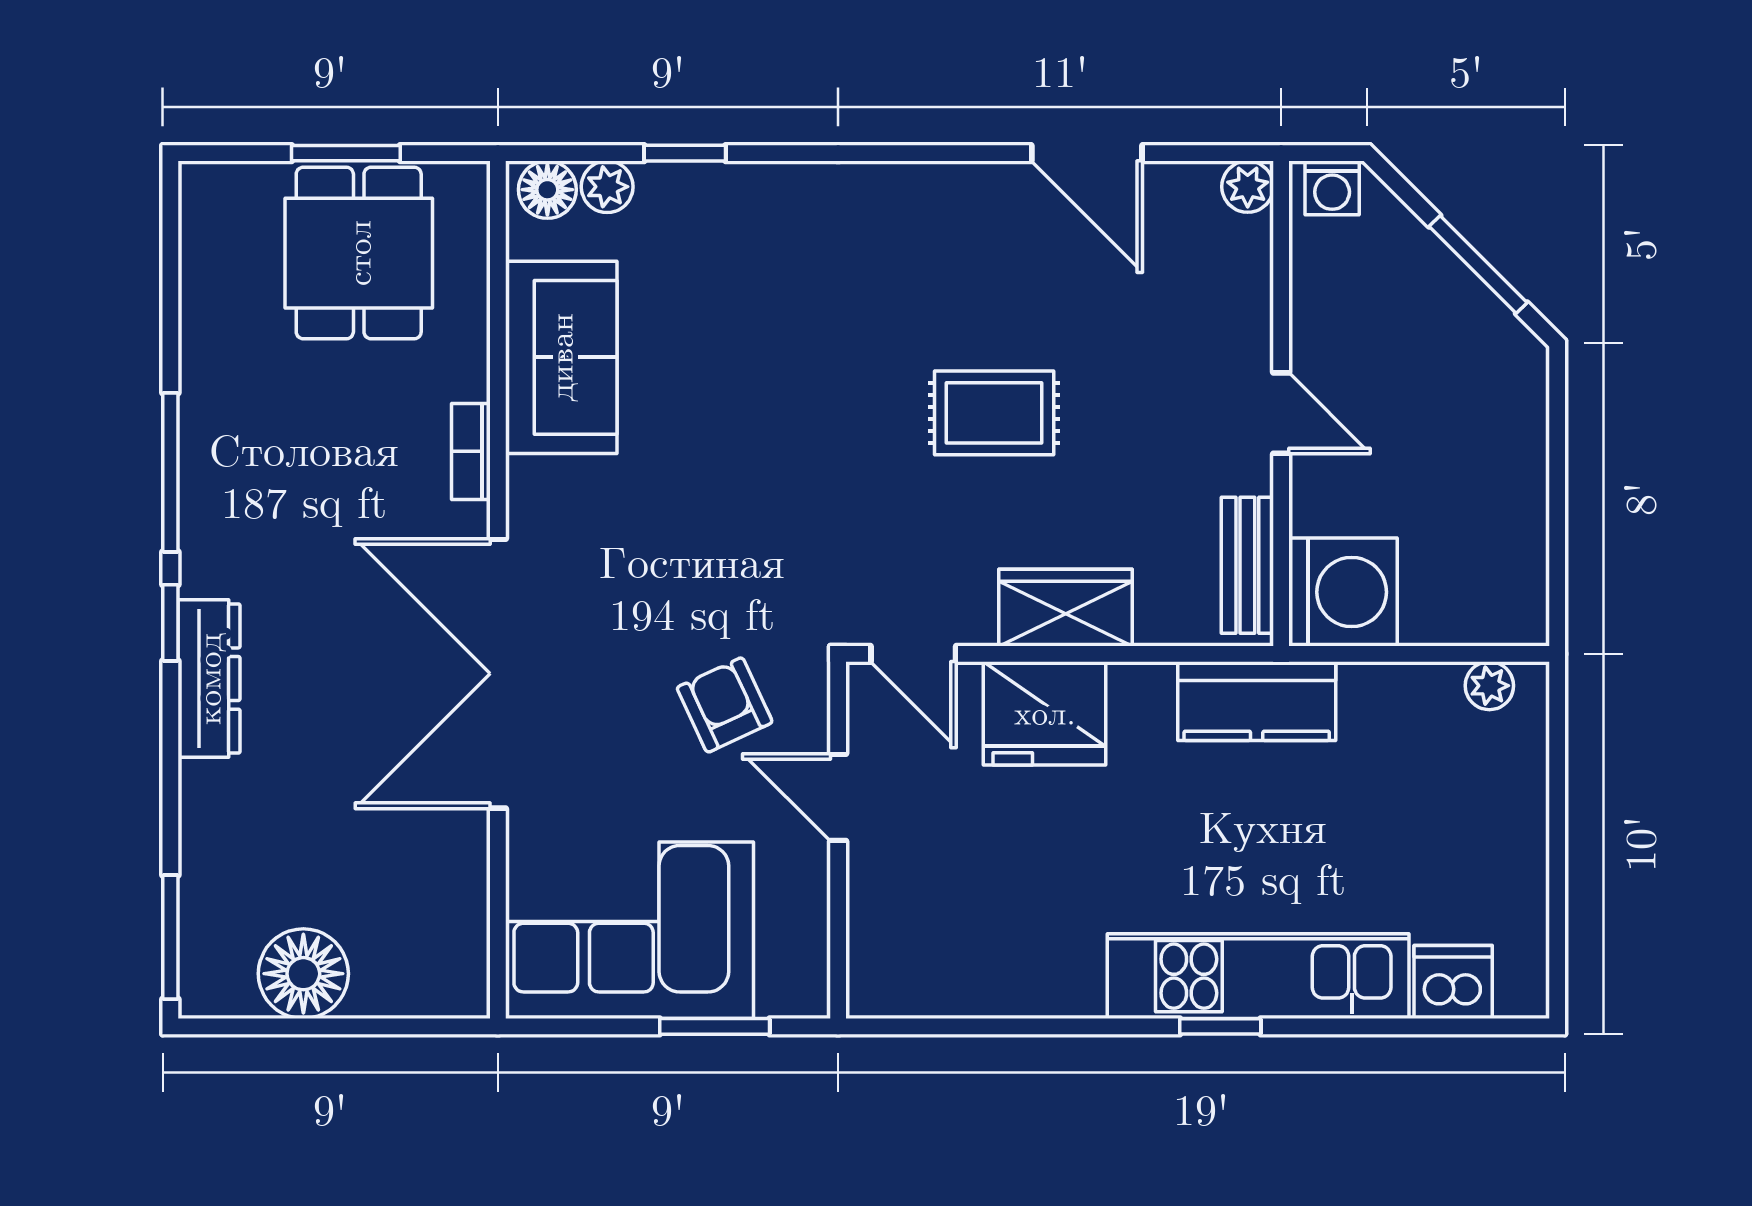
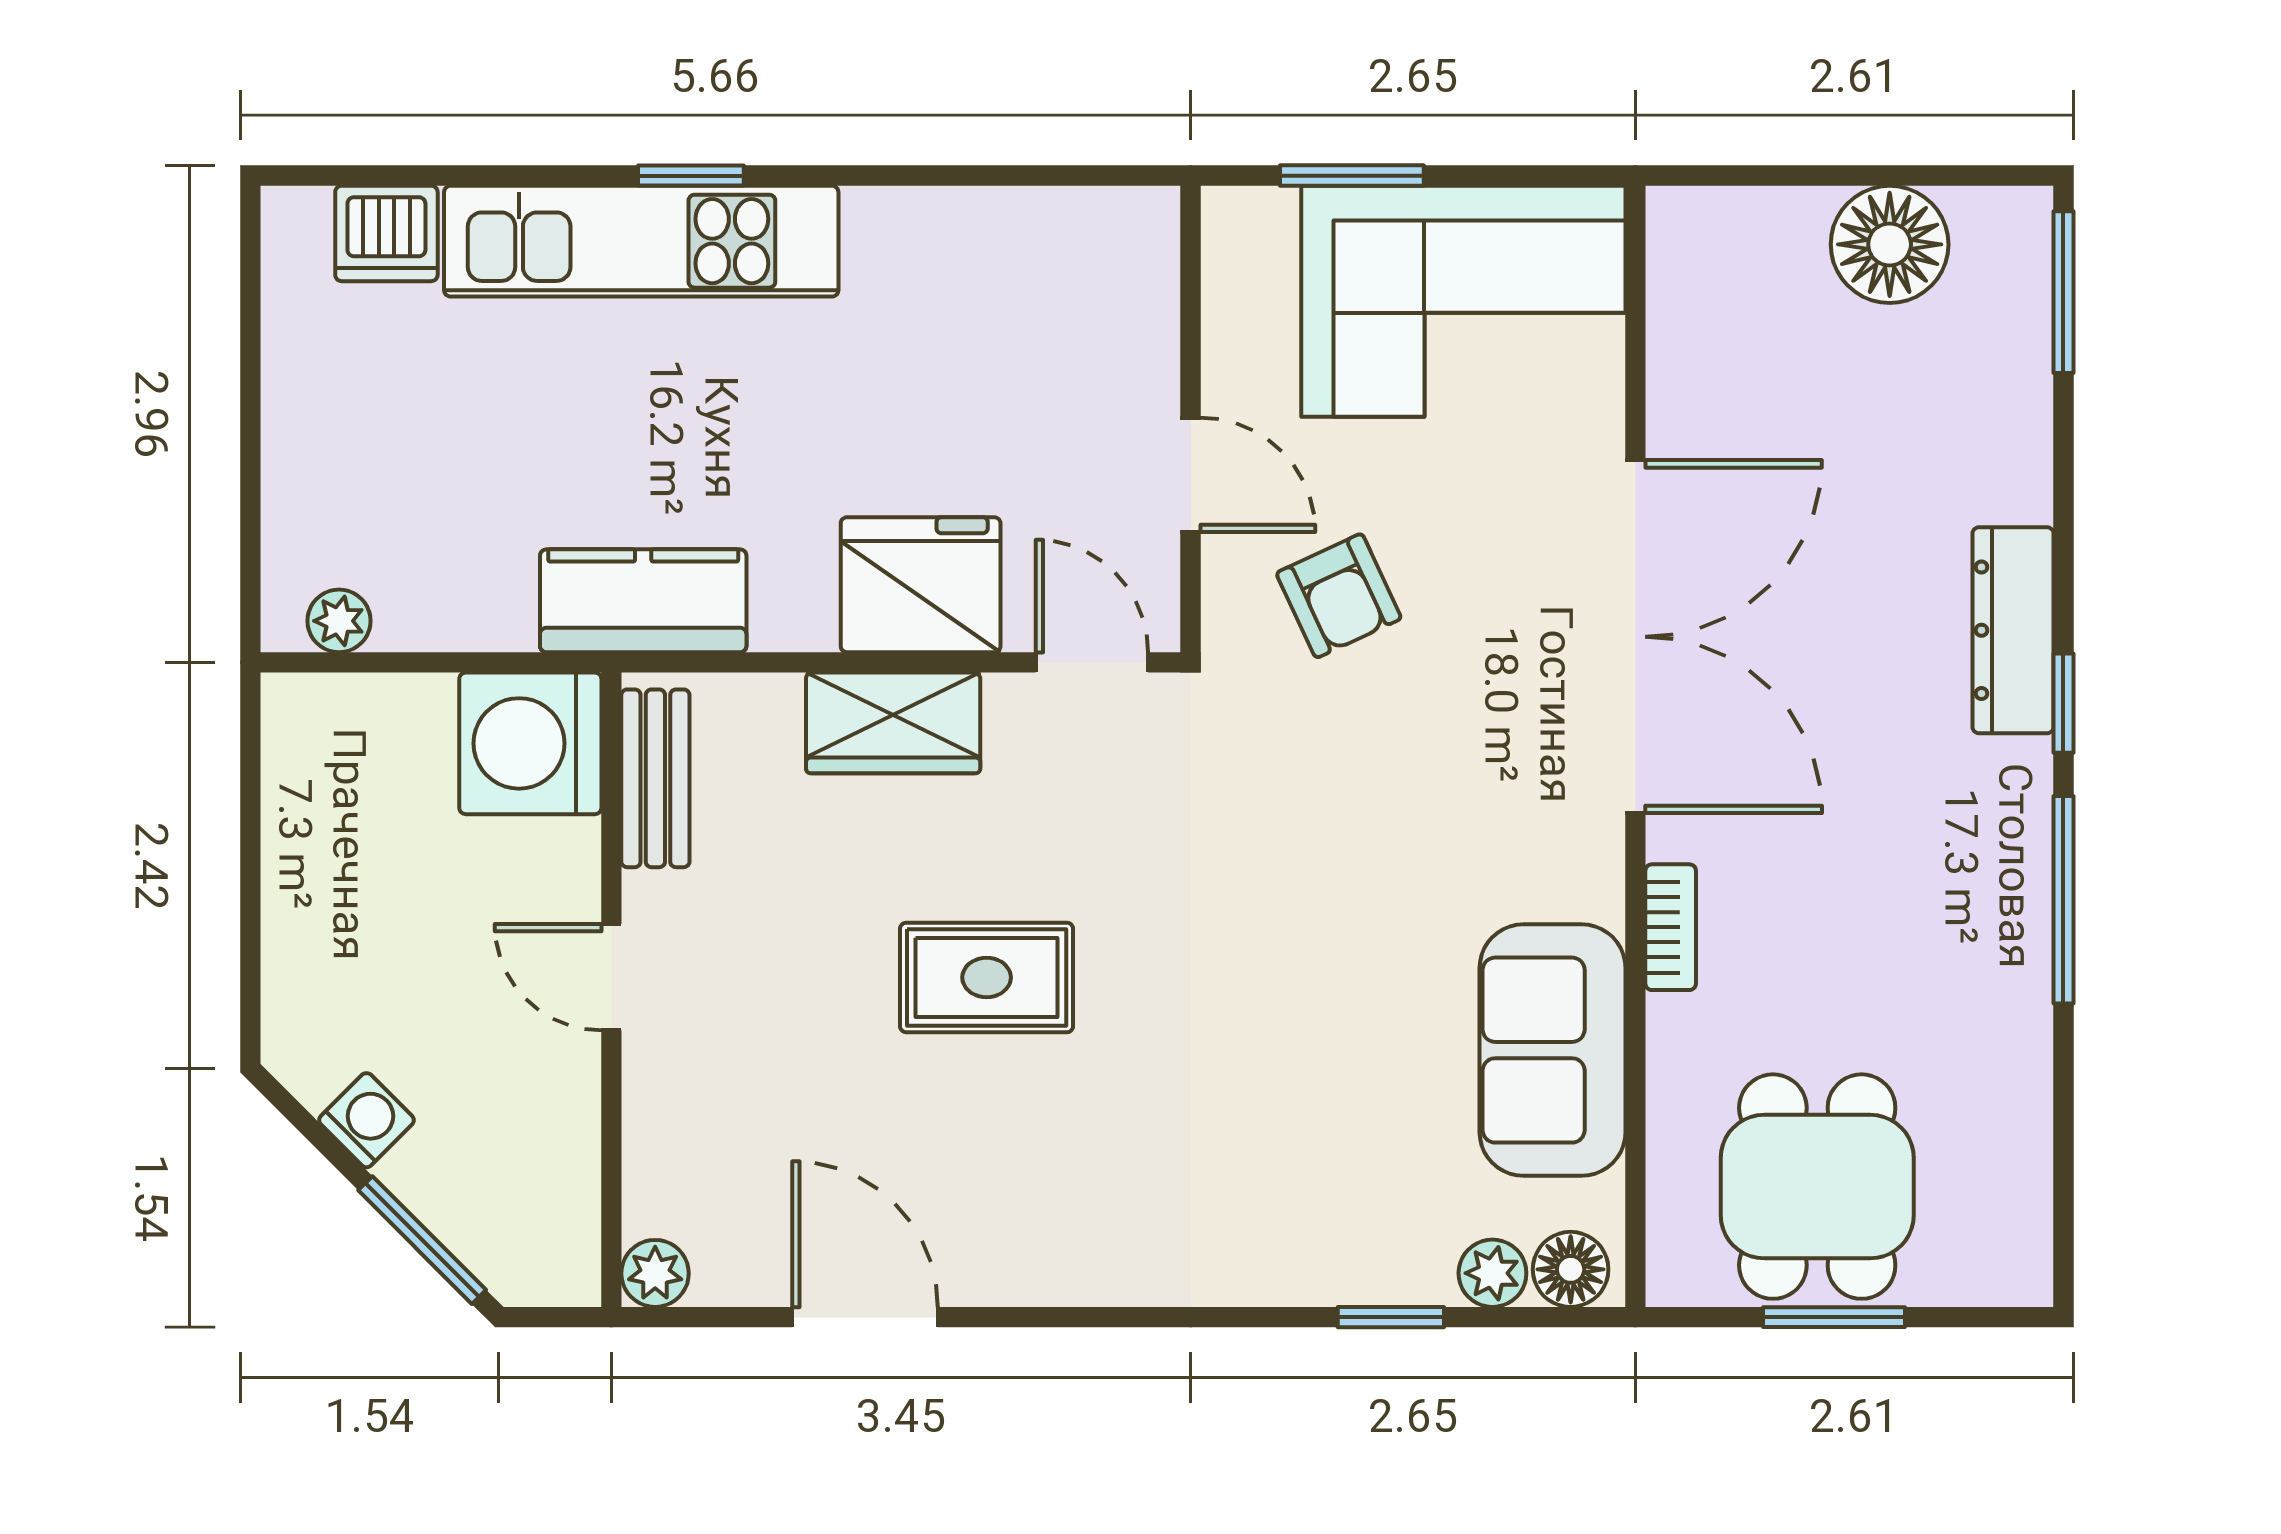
washing machine: (1332, 188) -> (366, 1120), moved, turned 45
window: (1478, 265) -> (422, 1240), moved

